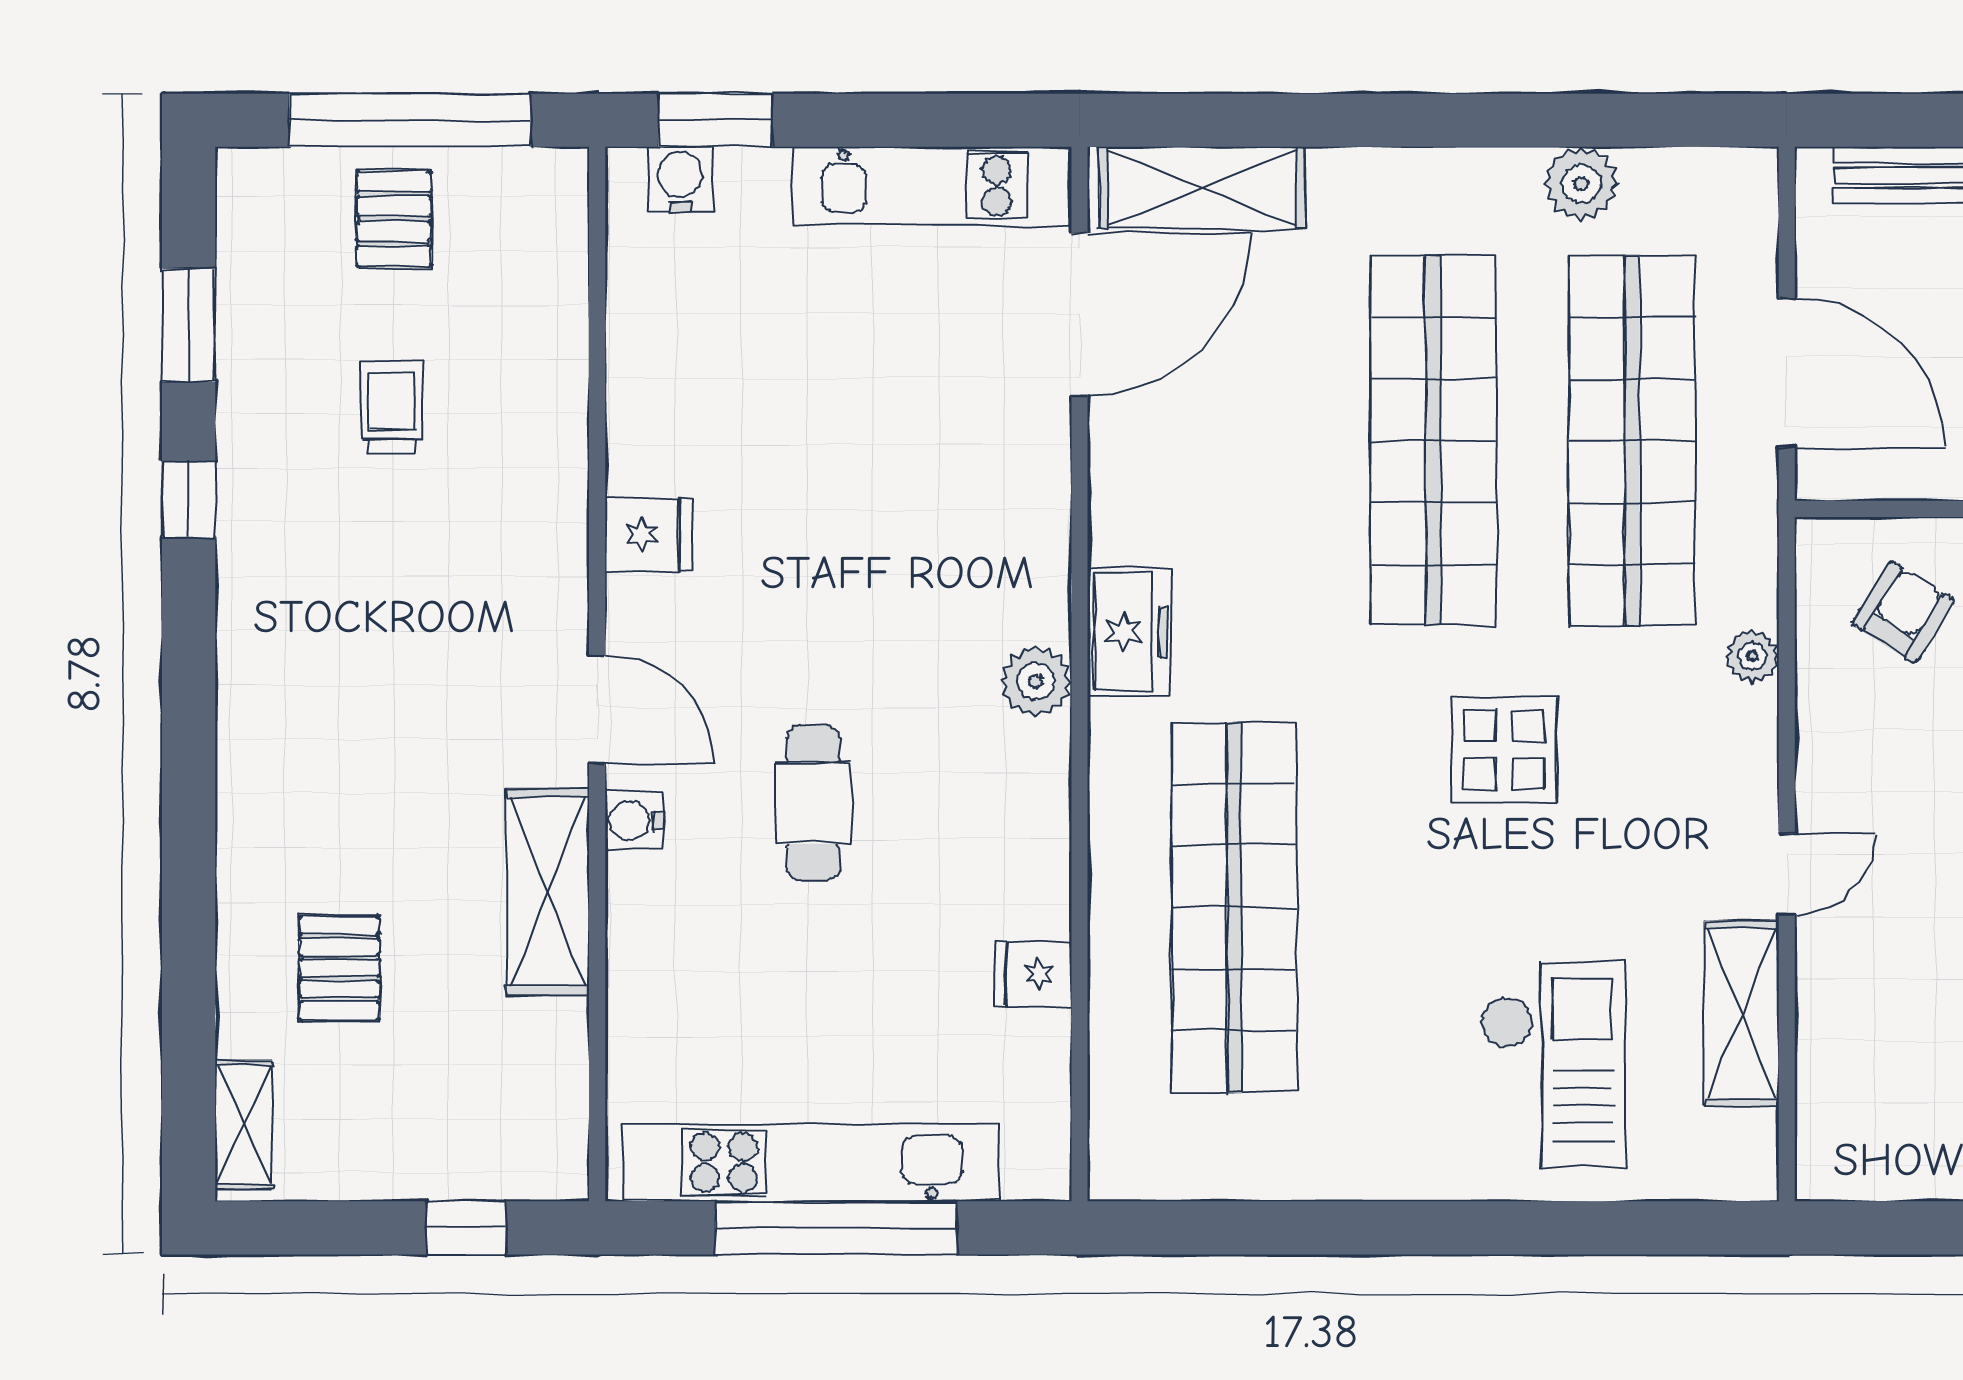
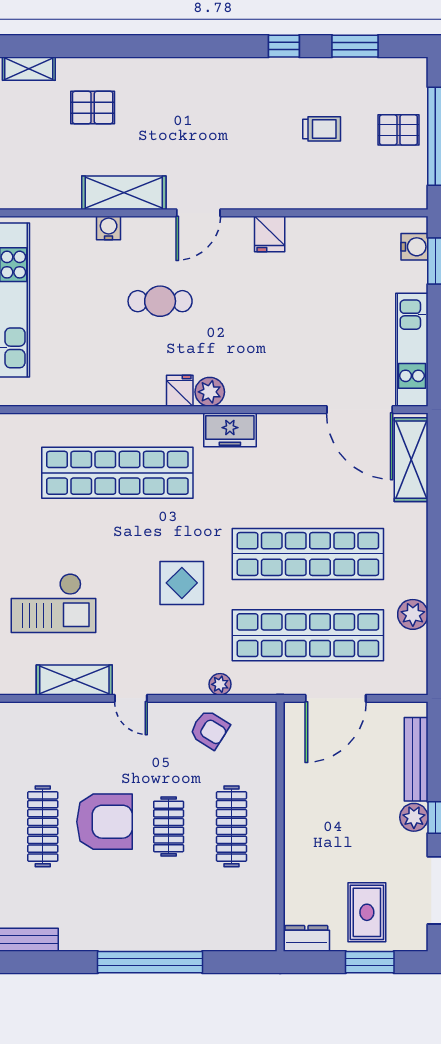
armchair: (1903, 612) -> (210, 730), moved
water cooler: (634, 821) -> (109, 228), moved
fridge: (1033, 974) -> (180, 391), moved

